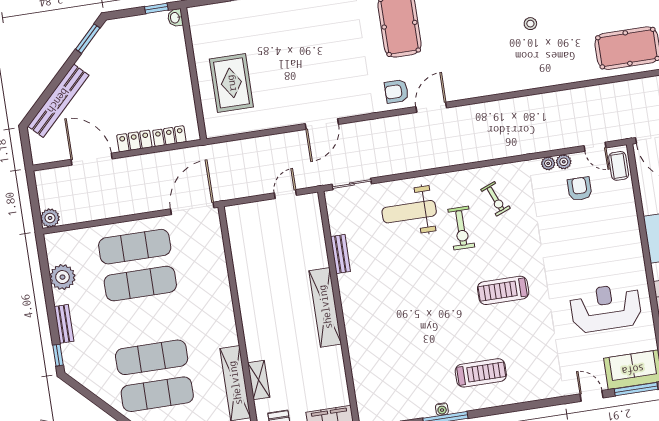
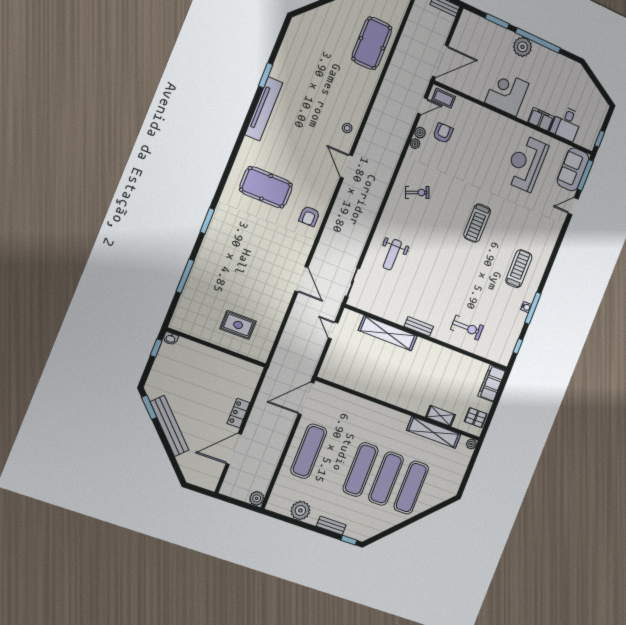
stool: (530, 24) -> (347, 128), moved
rug: (231, 83) -> (238, 325), width x0.73, depth x0.70
bench: (58, 101) -> (169, 426), moved
door: (431, 107) -> (346, 166), moved
locker: (169, 136) -> (249, 387), removed
armchair: (580, 189) -> (443, 133), turned 90
door: (192, 208) -> (306, 398), hinge flipped
weight bench: (409, 212) -> (392, 255), width x0.73, depth x0.75
exercise bike: (461, 228) -> (467, 328), moved
bench: (340, 254) -> (419, 326), moved
exercise mat: (140, 284) -> (361, 470), moved
shelving: (325, 307) -> (388, 333), moved

